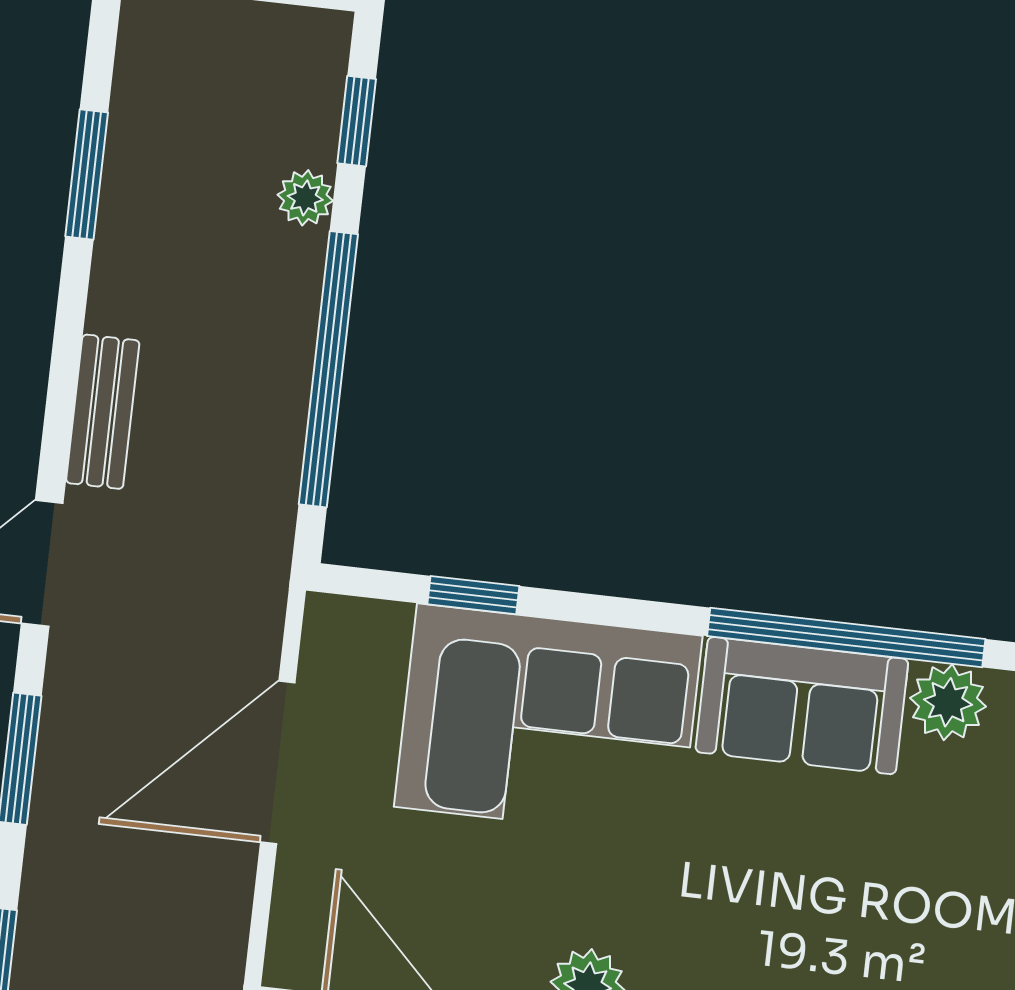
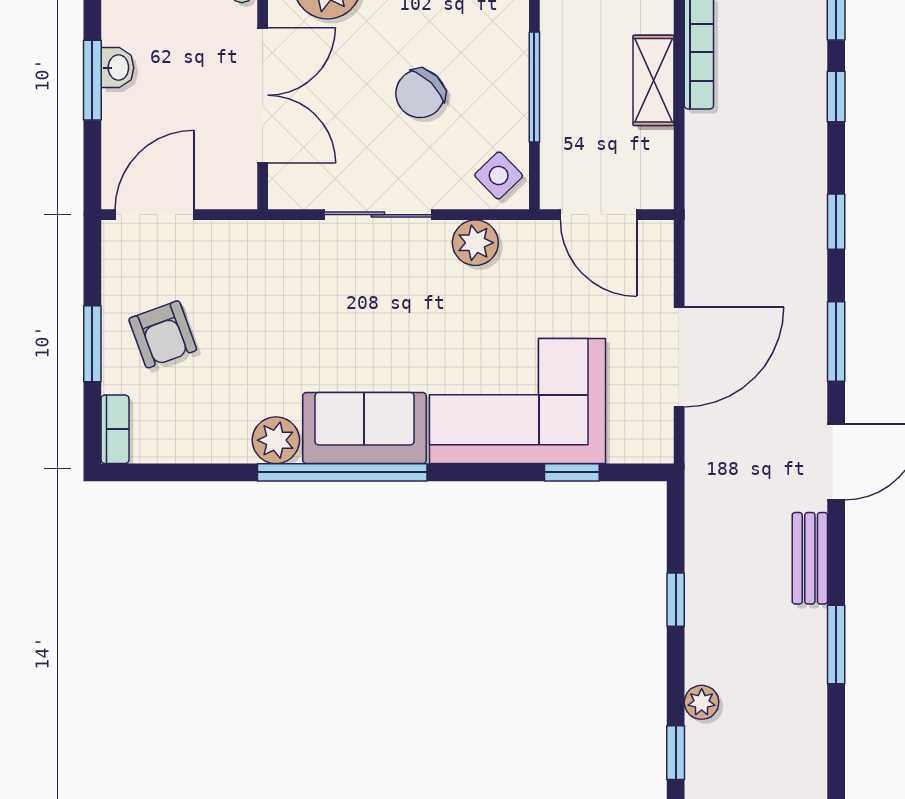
window: (87, 174) -> (836, 645), moved
window: (328, 369) -> (676, 600), width x0.32

